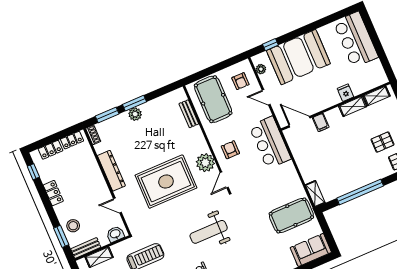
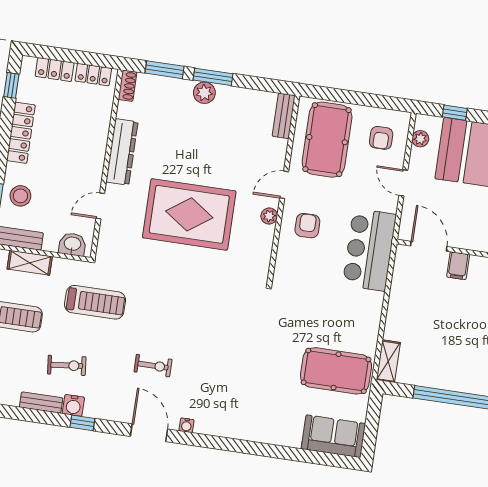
bench: (189, 114) -> (284, 116), moved
plant: (205, 163) -> (269, 216), width x0.53, depth x0.53
door: (224, 180) -> (284, 185), moved
locker: (53, 193) -> (21, 133), width x1.53
door: (117, 205) -> (100, 206), hinge flipped
weight bench: (209, 232) -> (206, 322), removed

